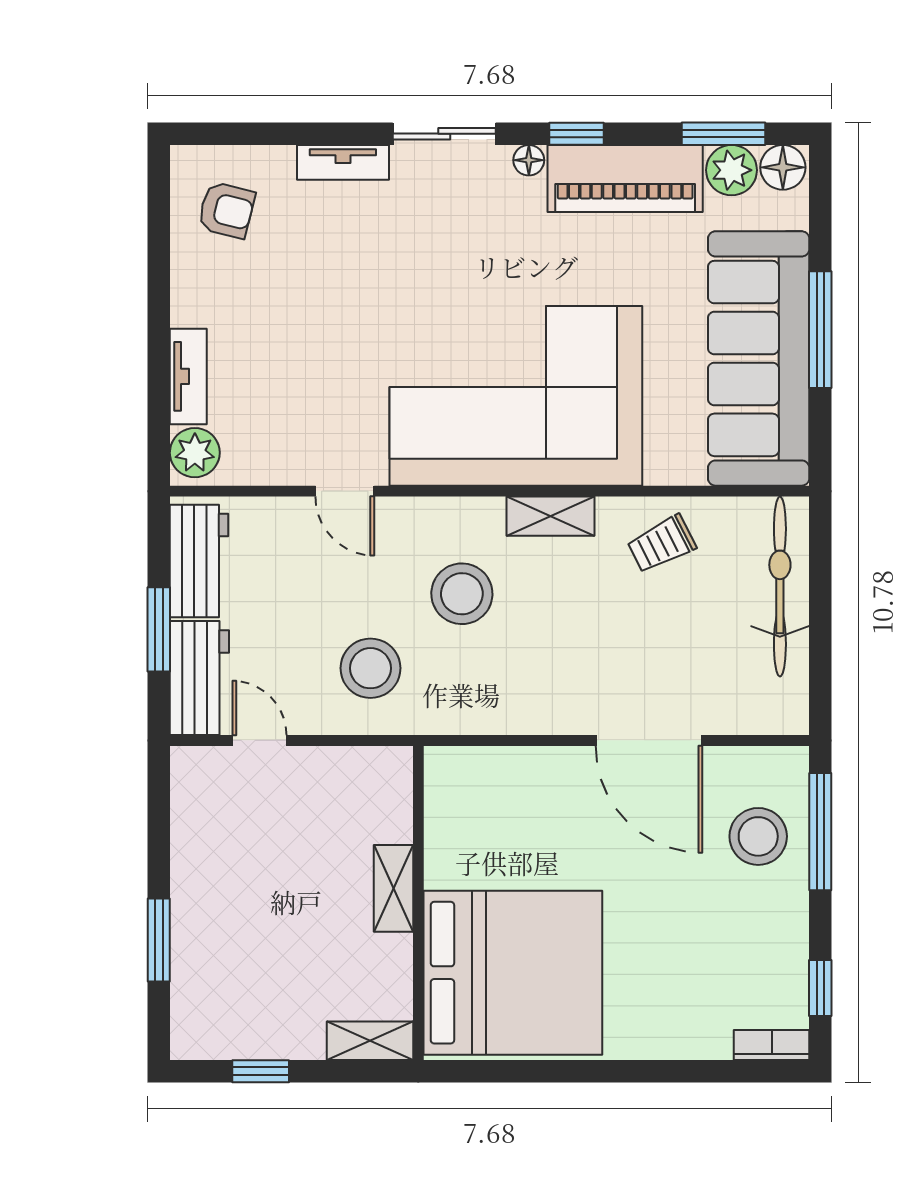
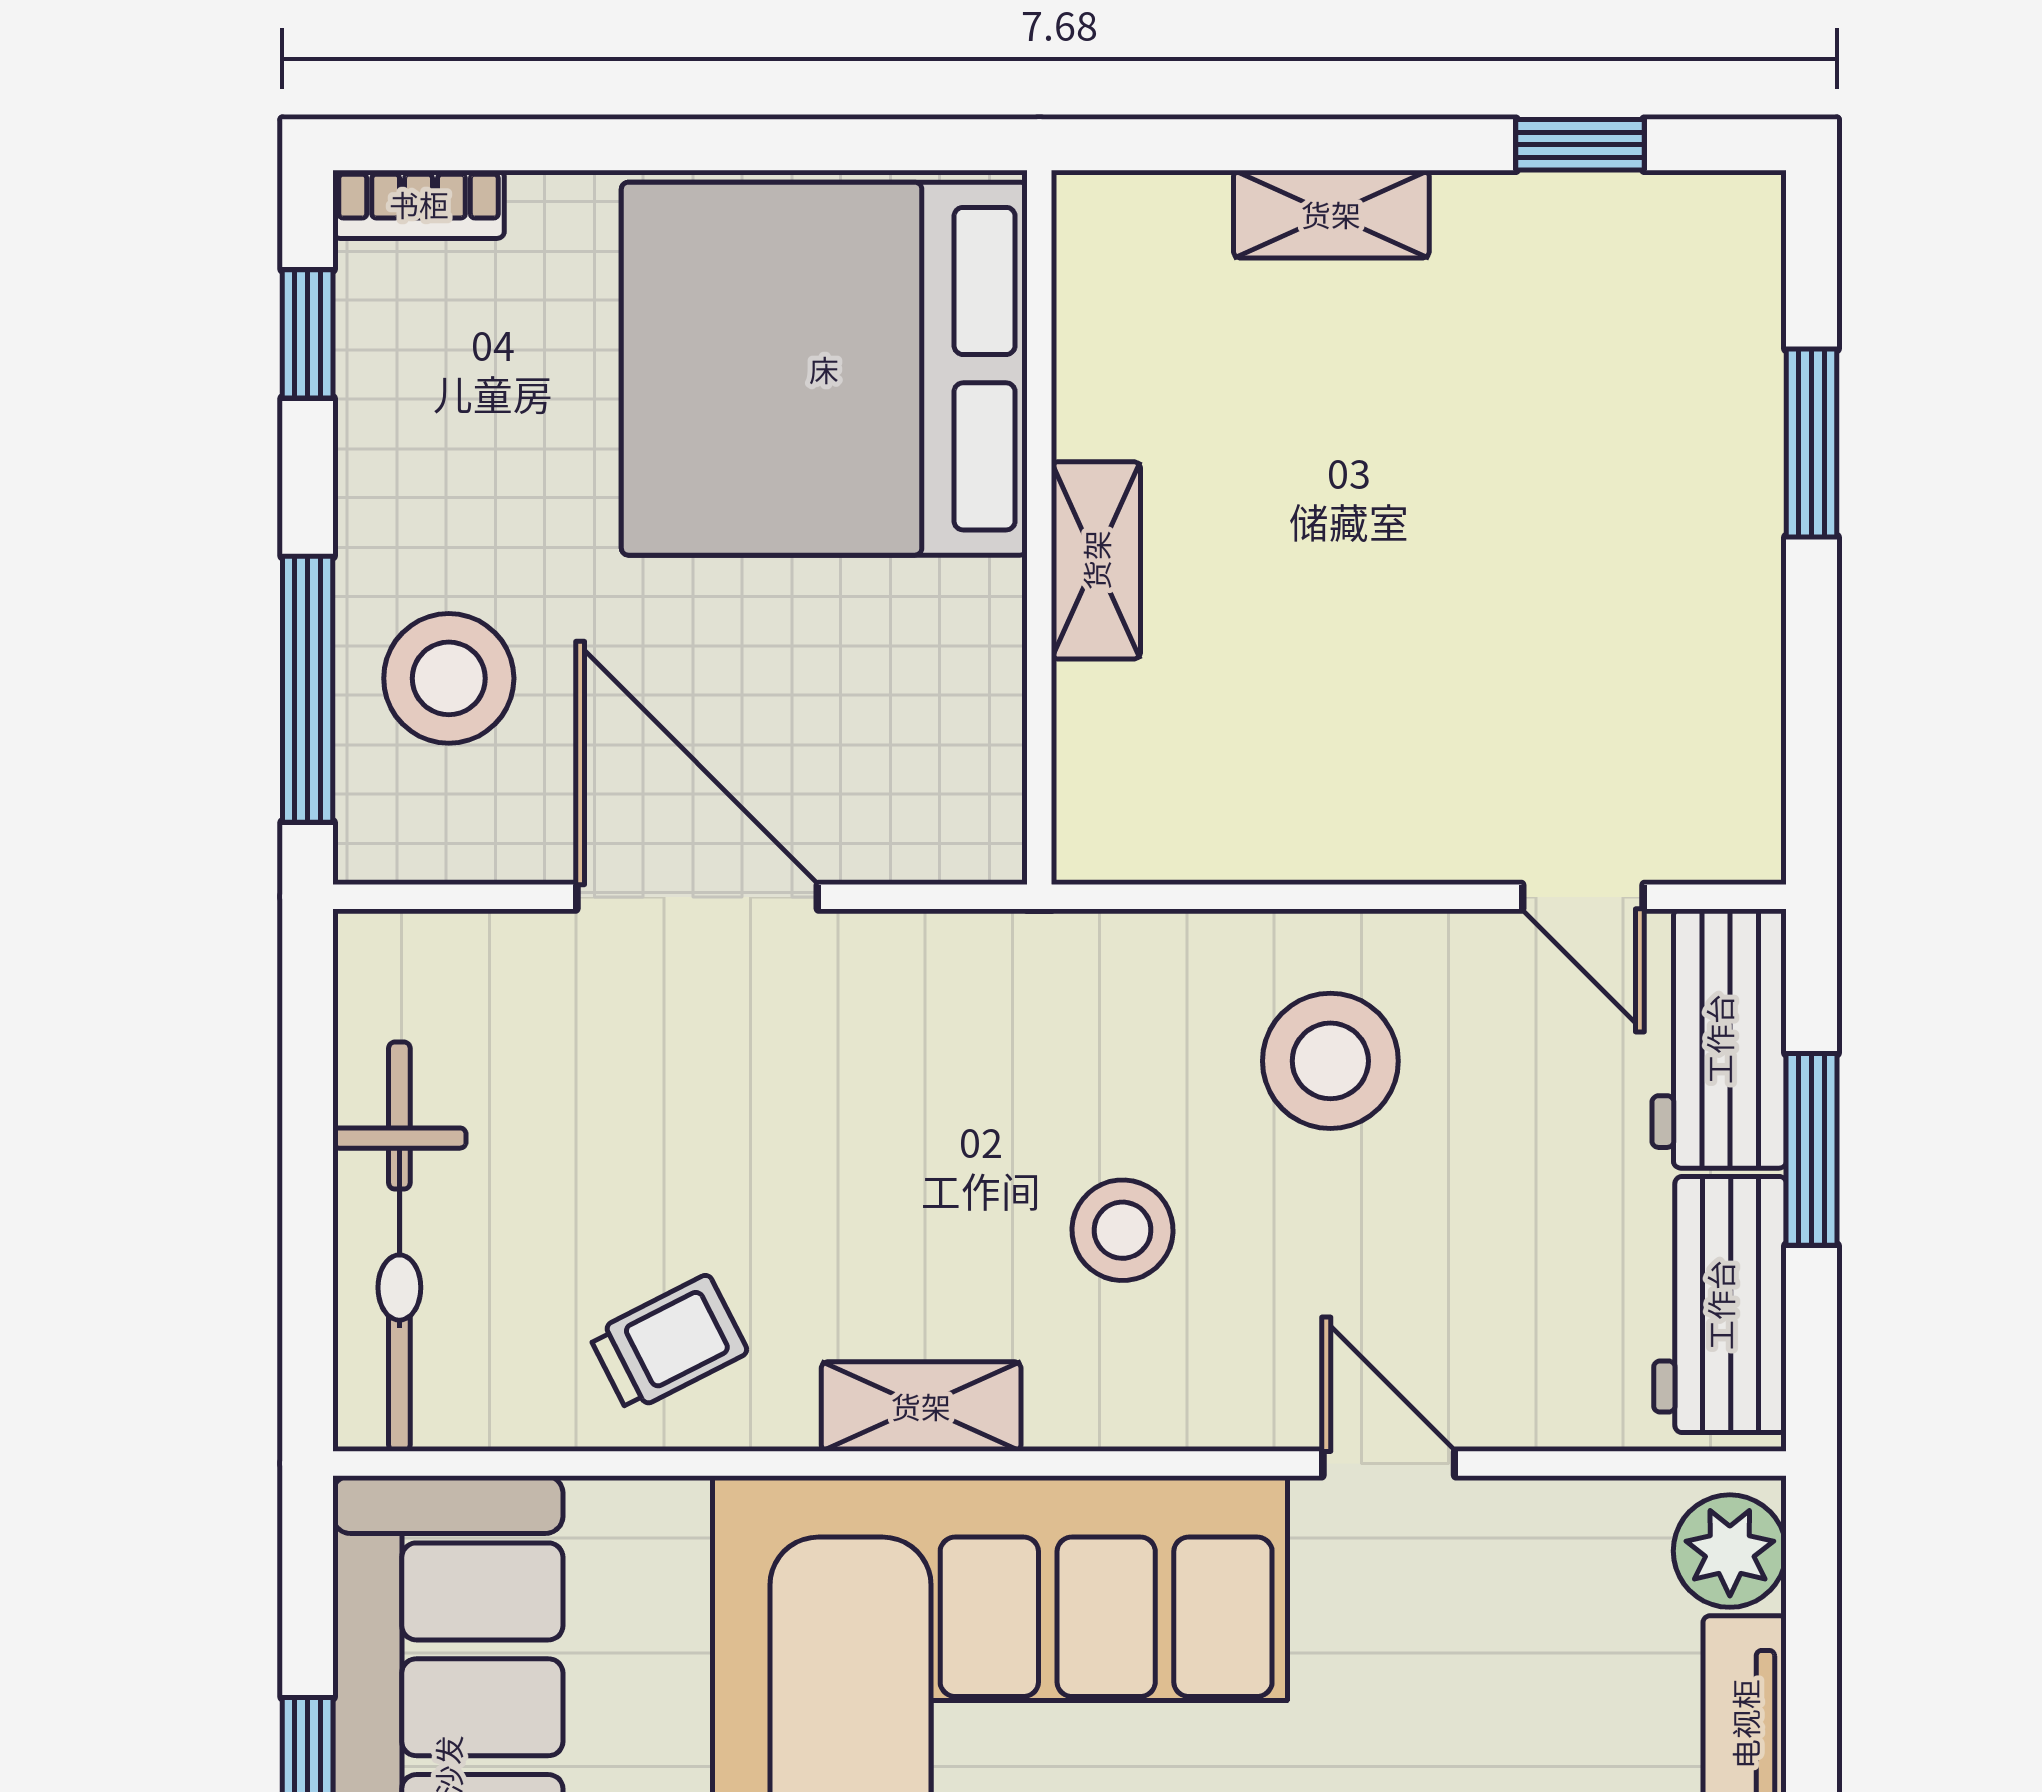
stool: (462, 594) -> (1123, 1230), width x0.73, depth x0.73
shelving: (393, 888) -> (1096, 560), moved
wall: (418, 903) -> (1039, 527), moved
bed: (513, 973) -> (824, 369), moved

